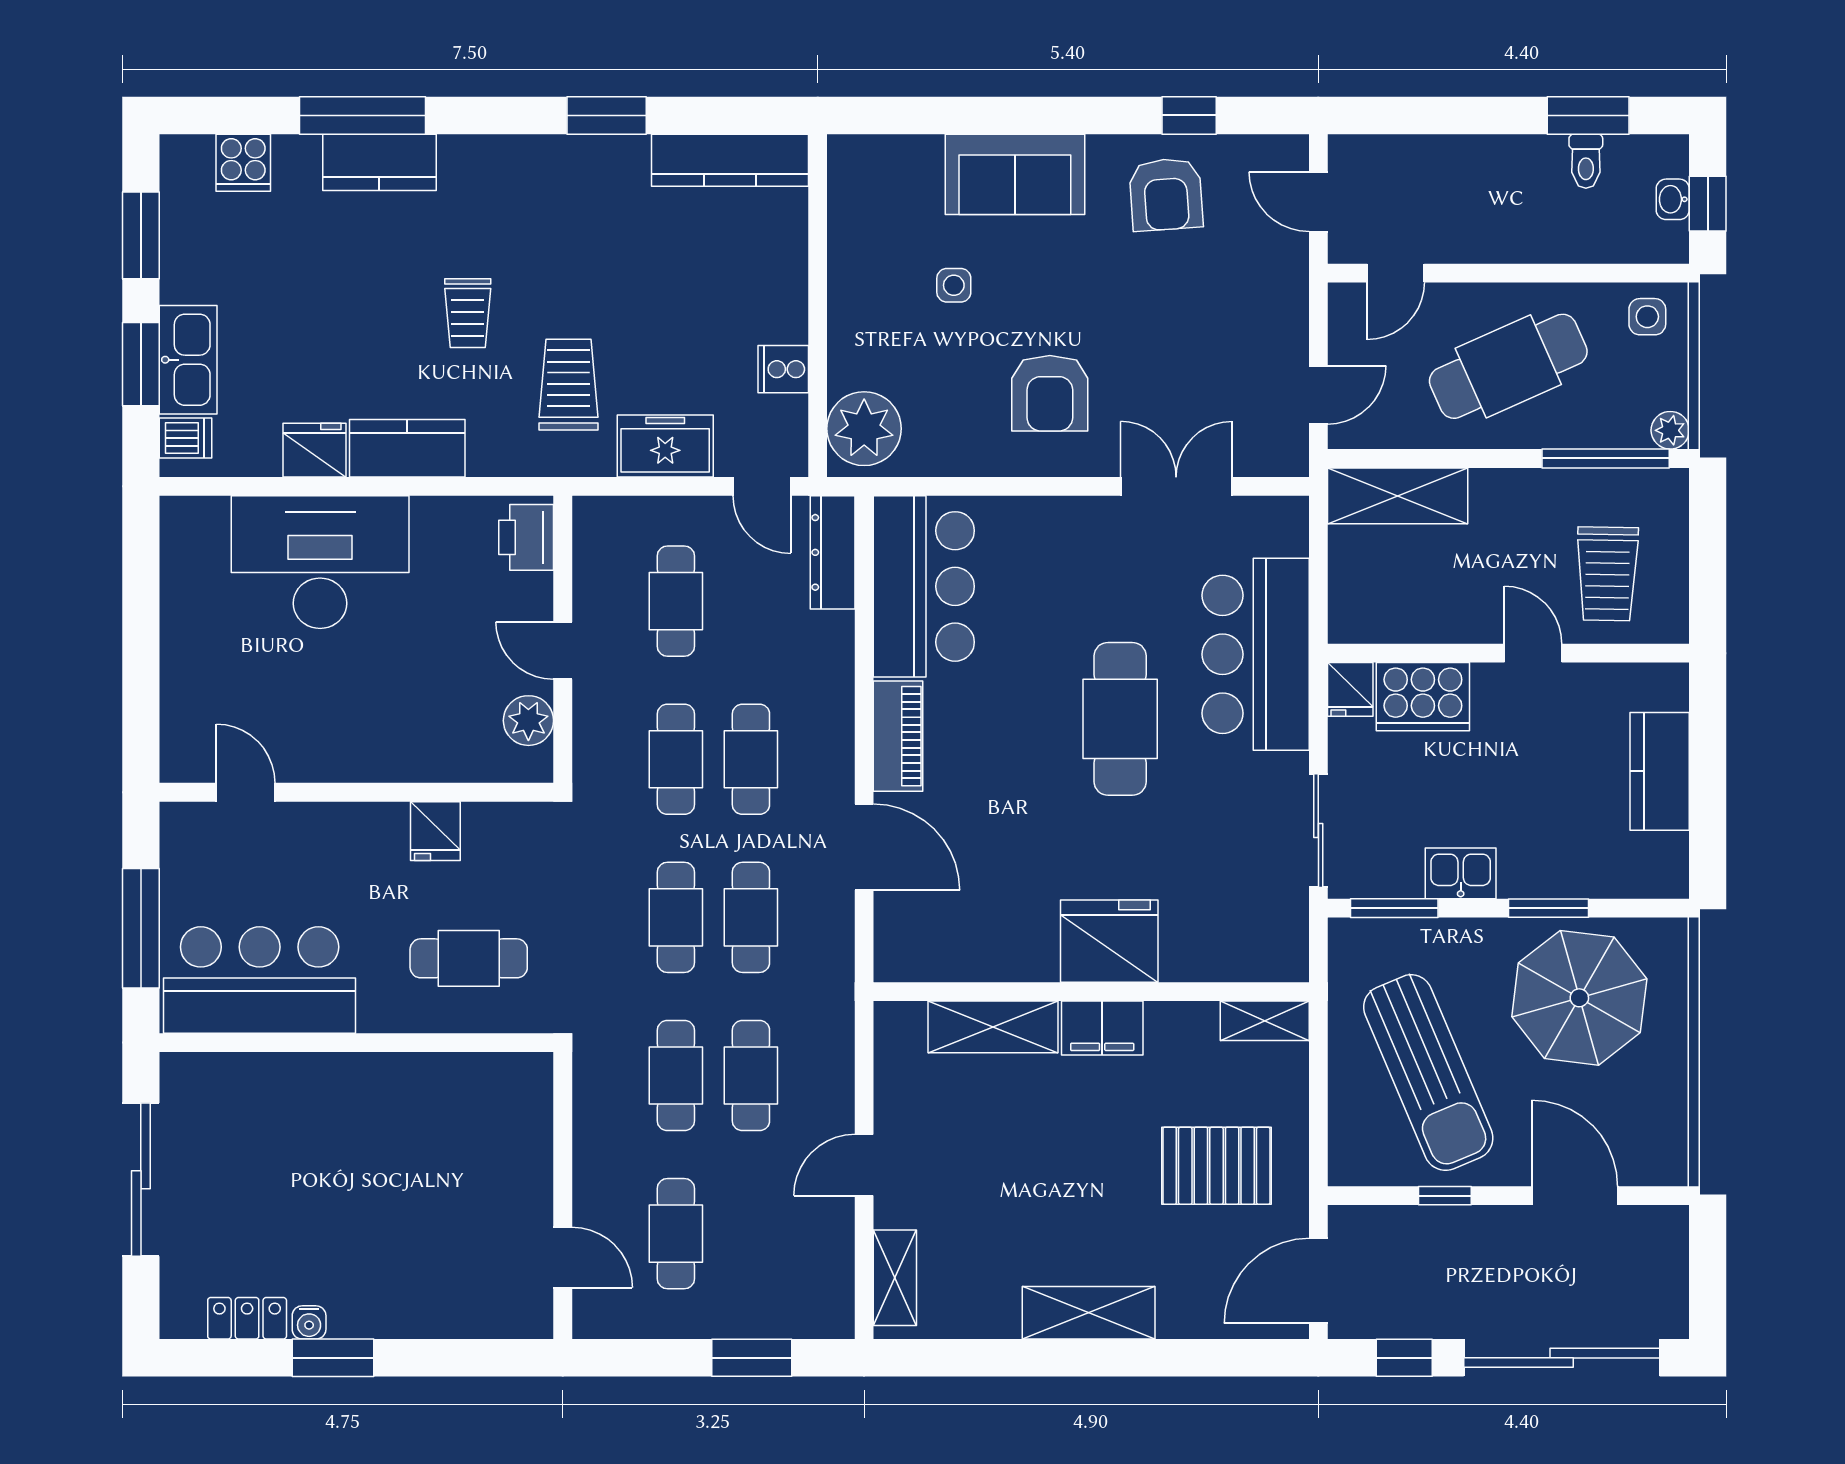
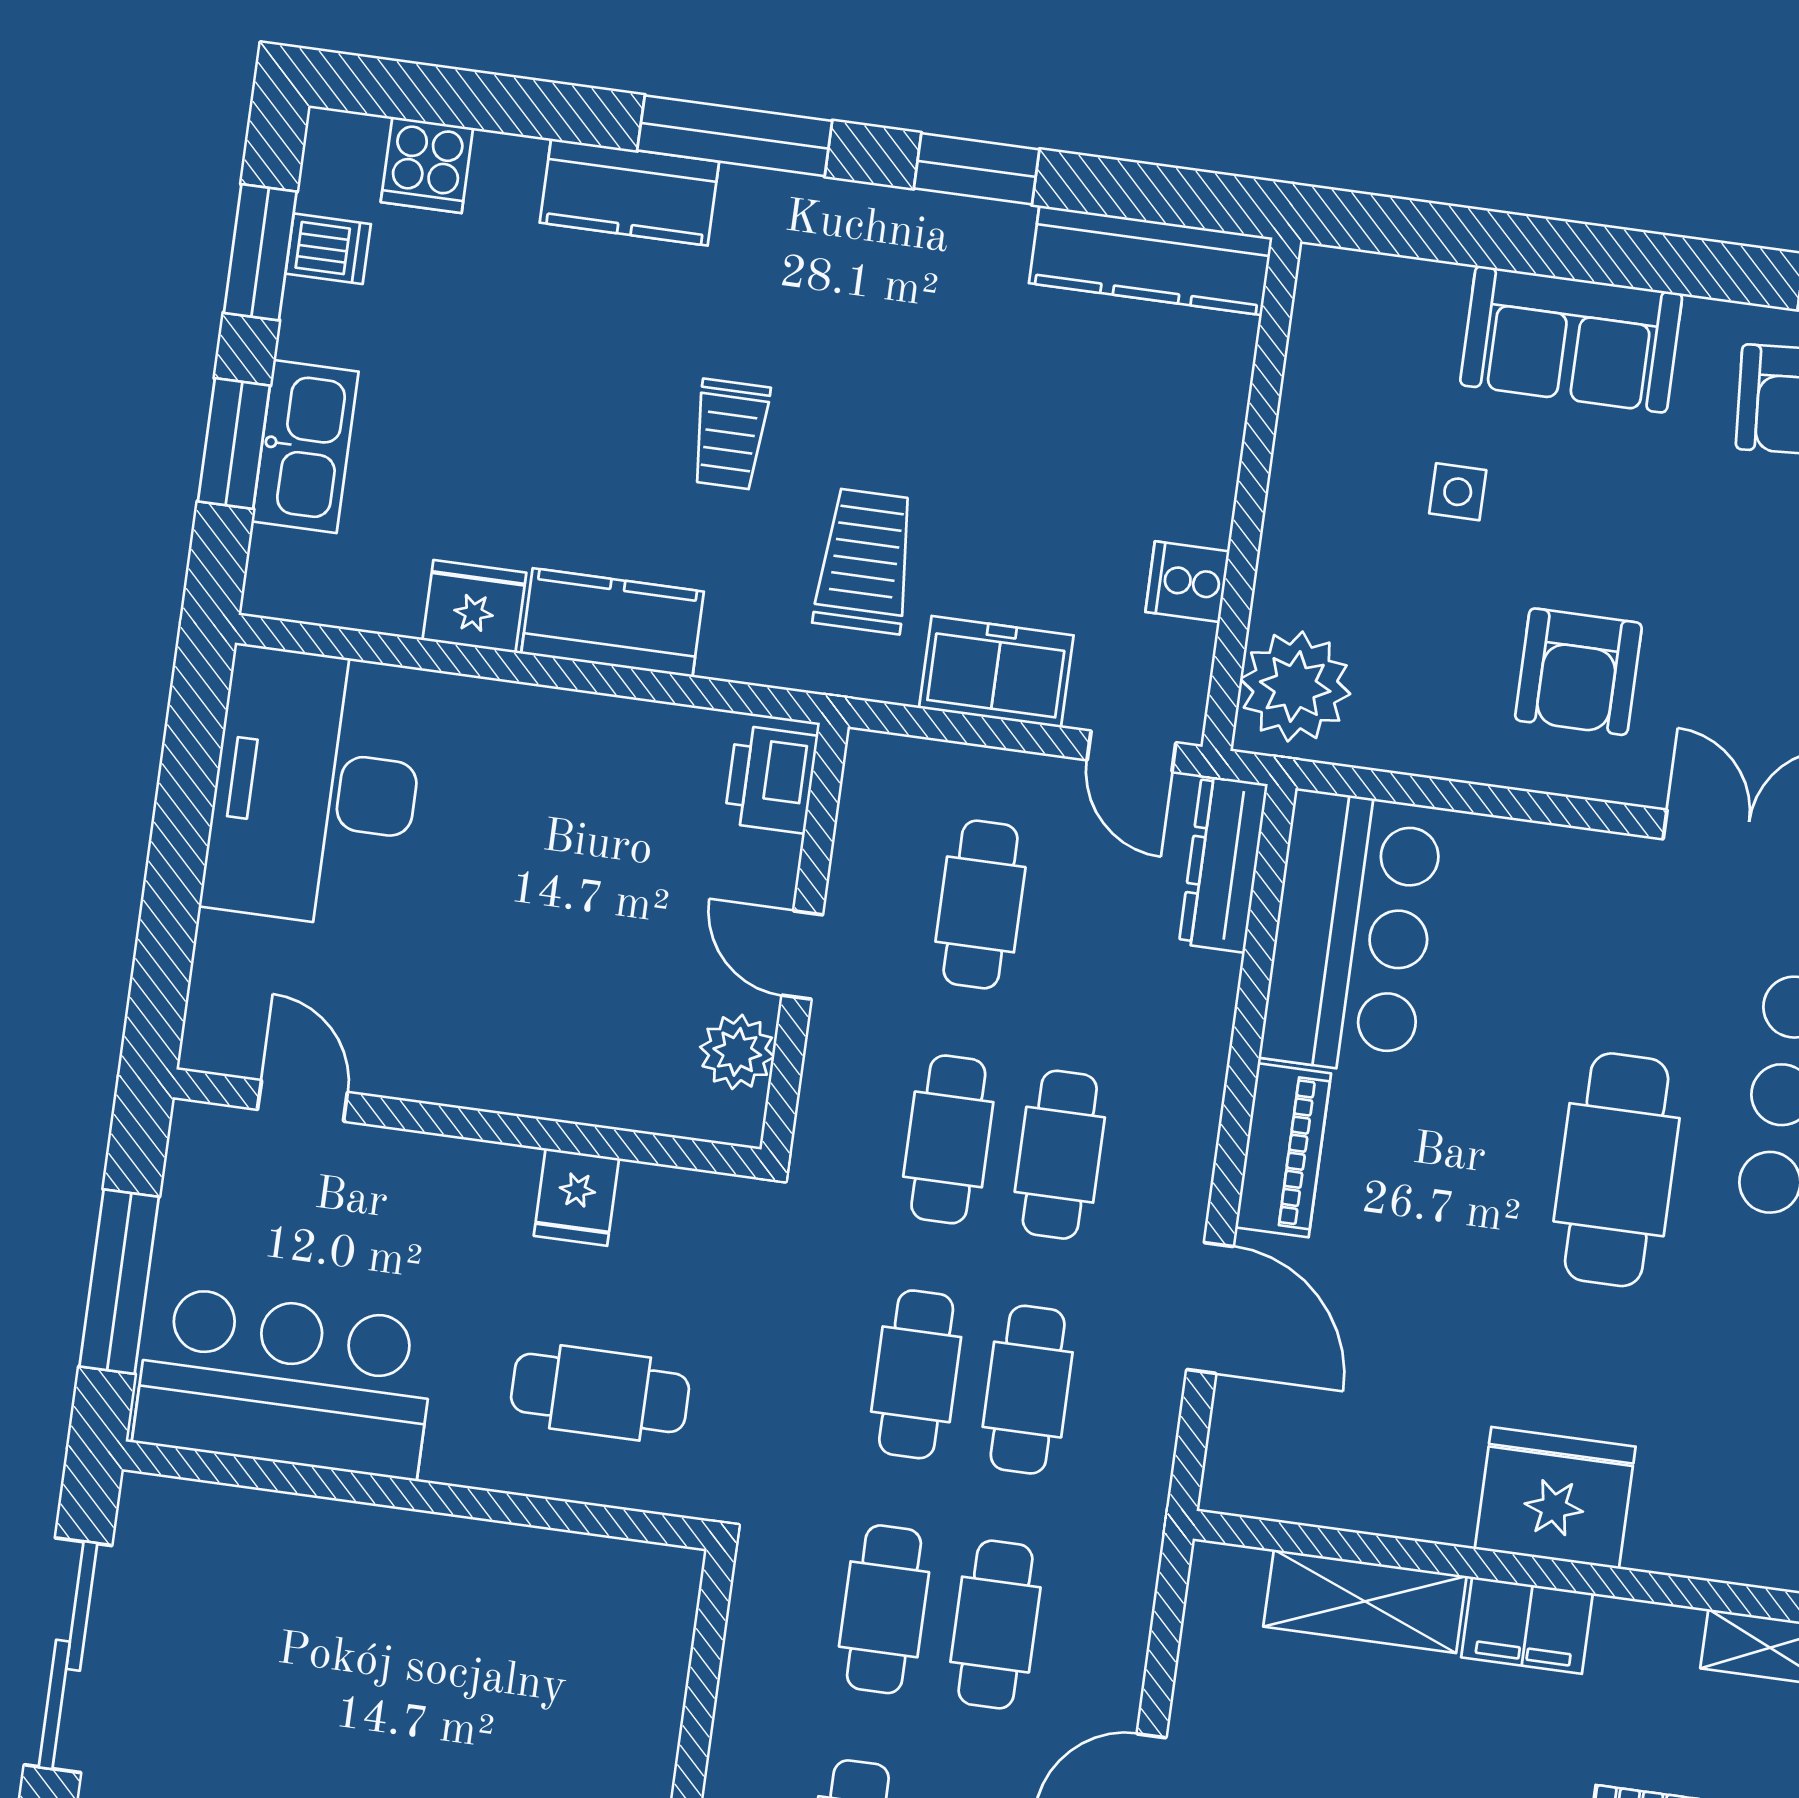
window: (363, 115) -> (735, 136), moved
dishwasher: (186, 438) -> (328, 249), moved
desk: (320, 562) -> (315, 788), moved, turned -90

